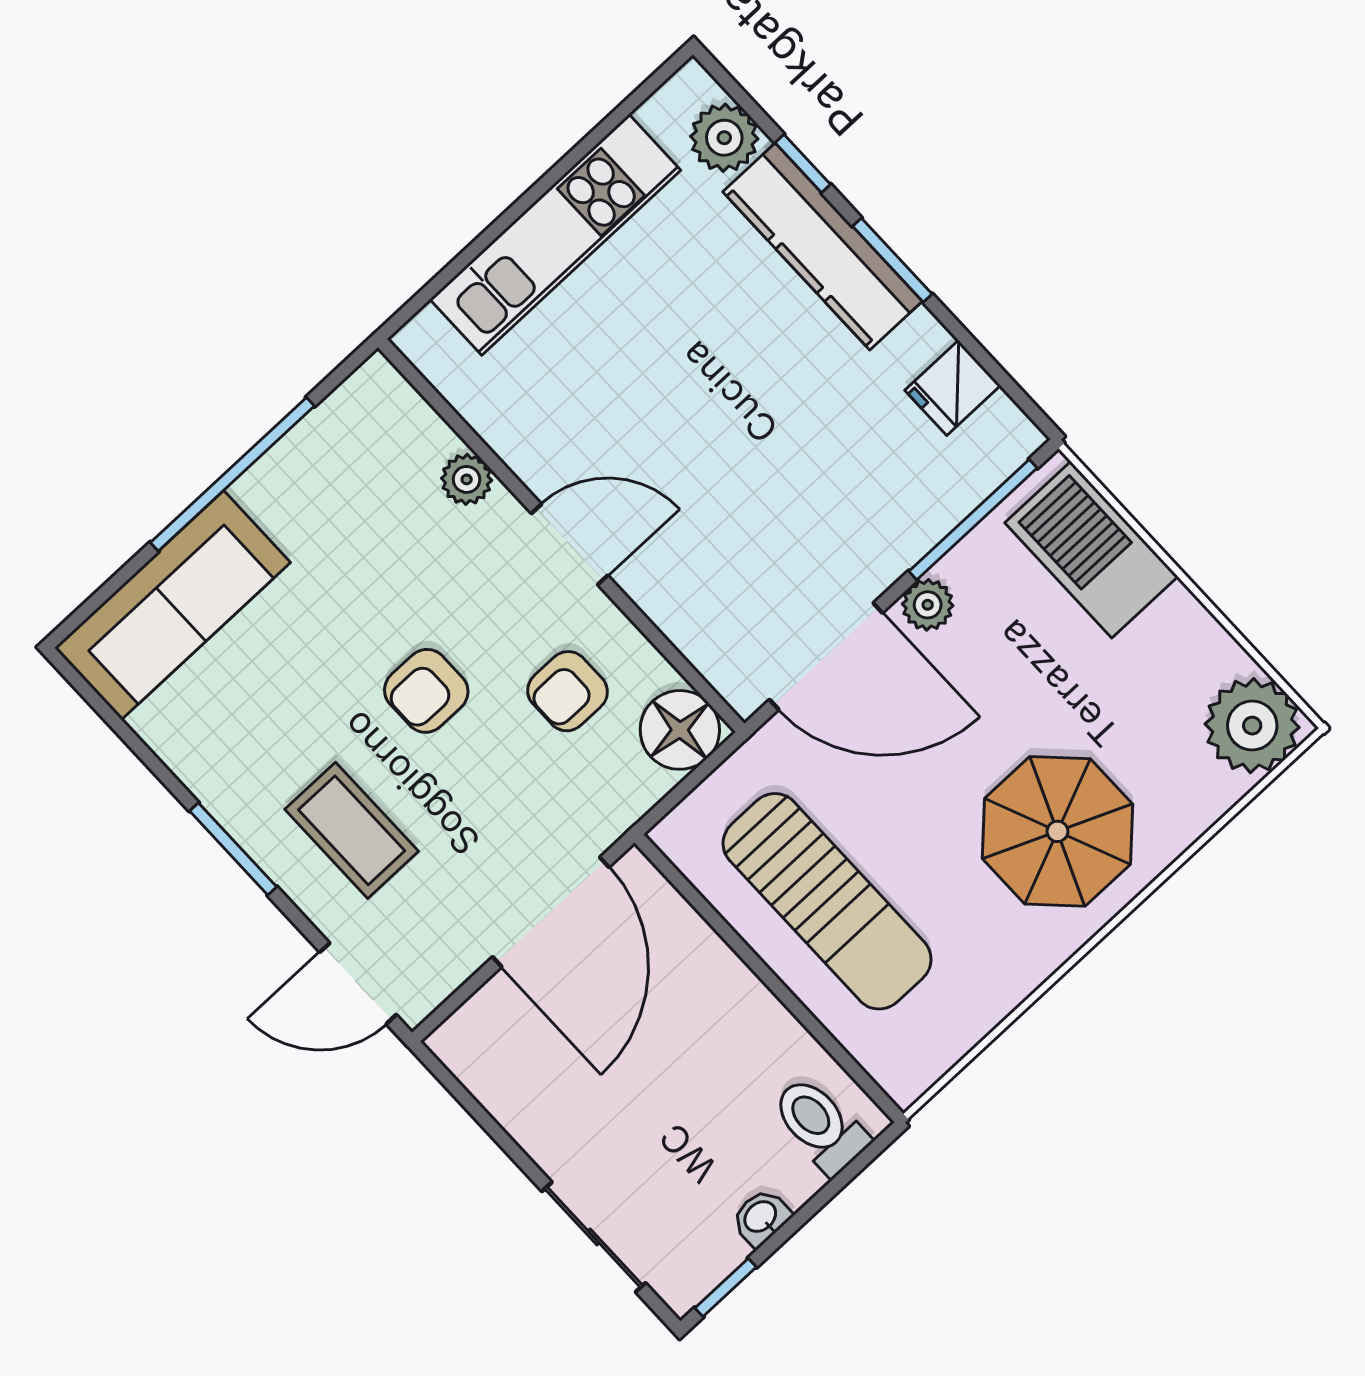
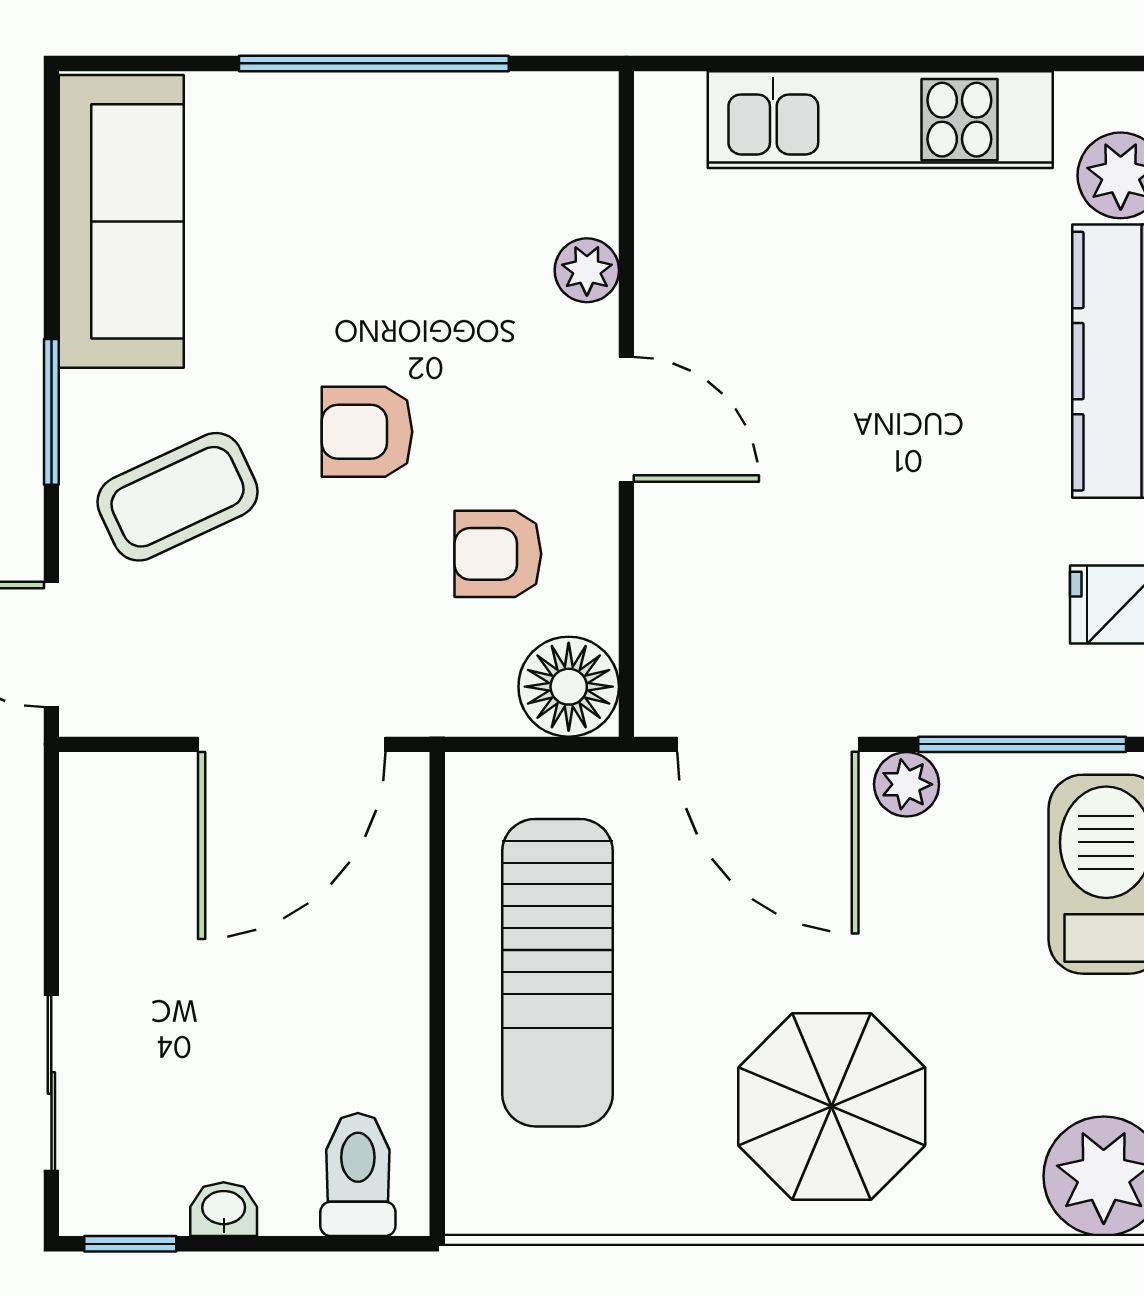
sofa: (172, 605) -> (121, 221), moved, turned -90
coffee table: (352, 830) -> (178, 497), turned 65

